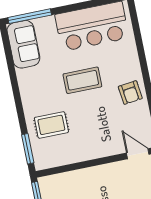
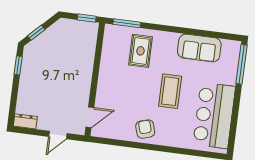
sofa: (23, 44) -> (199, 48), moved
armchair: (130, 93) -> (145, 129), turned 80

